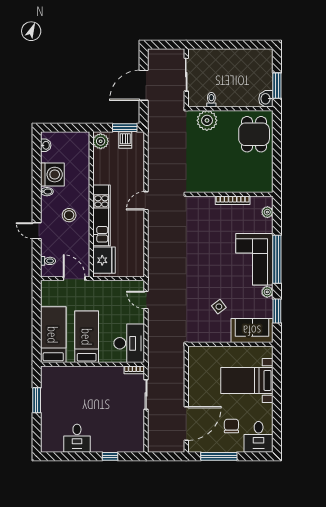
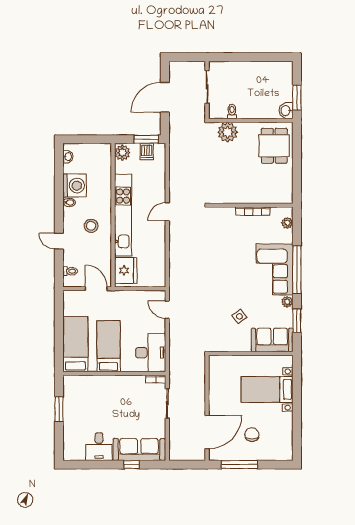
kitchen unit: (101, 215) -> (123, 215), width x1.36
desk: (259, 437) -> (279, 445), removed
sofa: (118, 441) -> (139, 449), added

